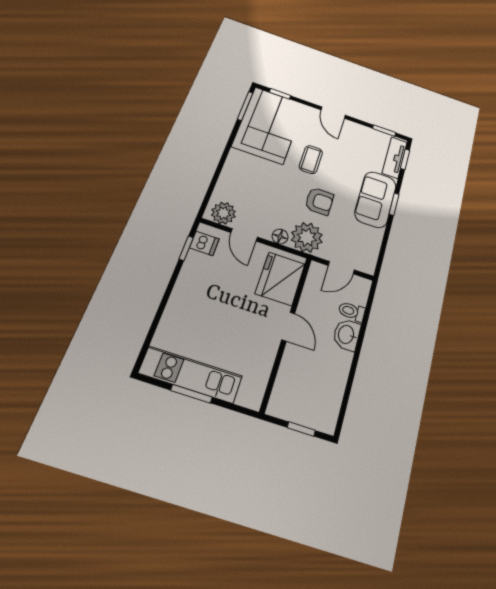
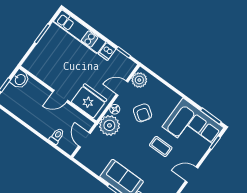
armchair: (319, 201) -> (143, 113), moved, turned -56
dishwasher: (204, 243) -> (107, 51), moved
washbasin: (347, 335) -> (20, 79), moved, turned 90
kitchen unit: (191, 375) -> (79, 32), moved, turned 90

